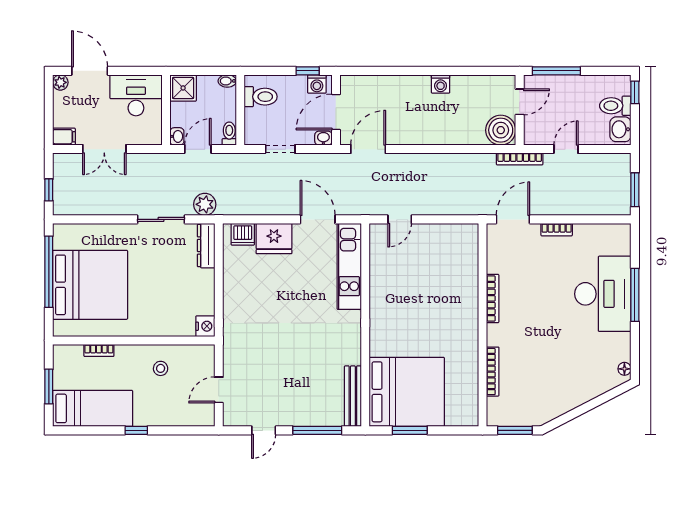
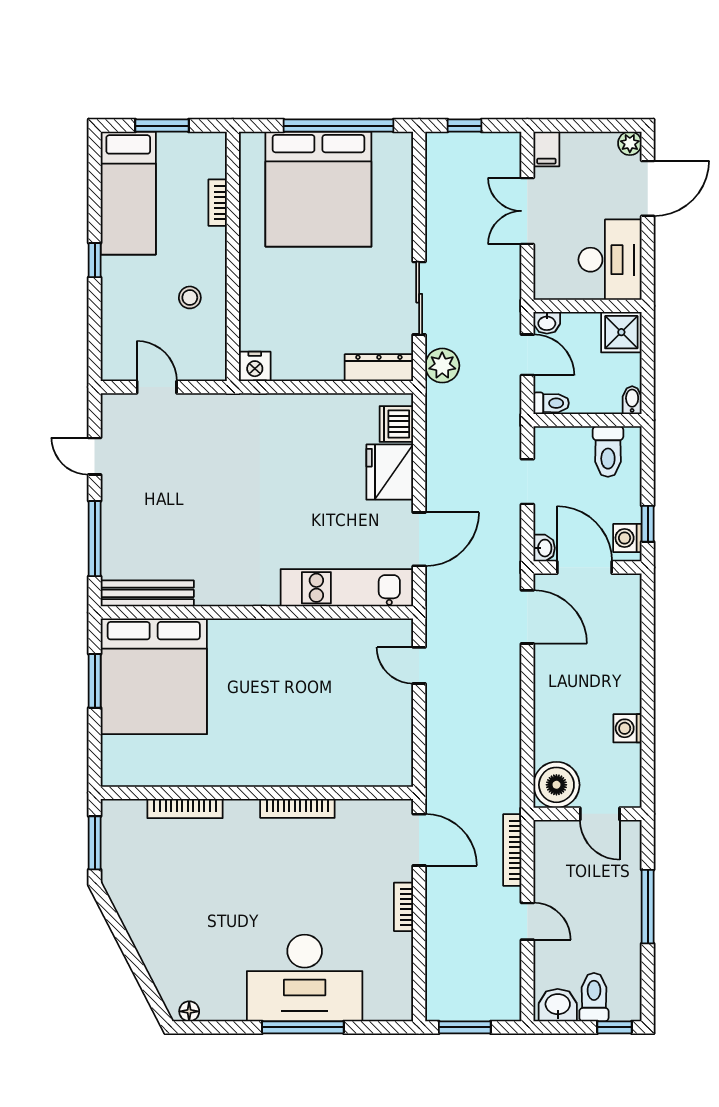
door: (520, 102) -> (600, 814), moved
wall: (520, 110) -> (588, 814), moved
boiler: (501, 130) -> (556, 785), moved

